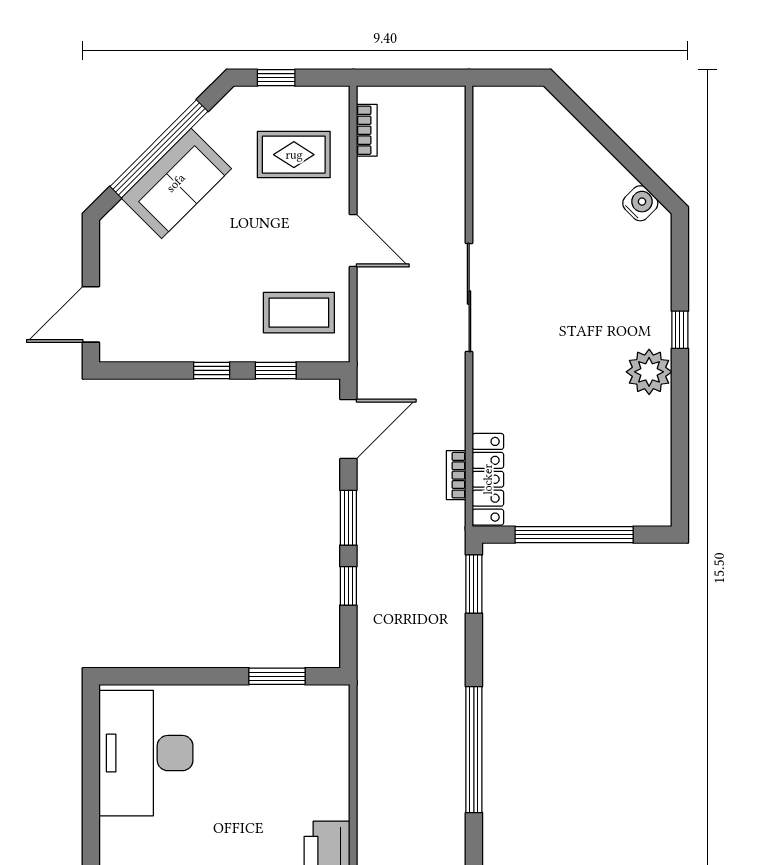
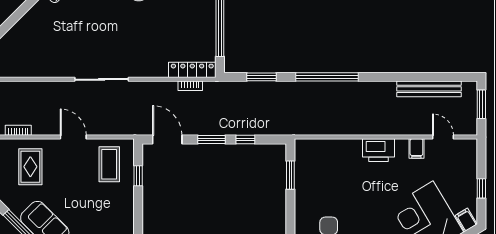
door: (353, 240) -> (73, 137), hinge flipped
window: (212, 370) -> (138, 208), removed
window: (474, 584) -> (262, 77), moved

